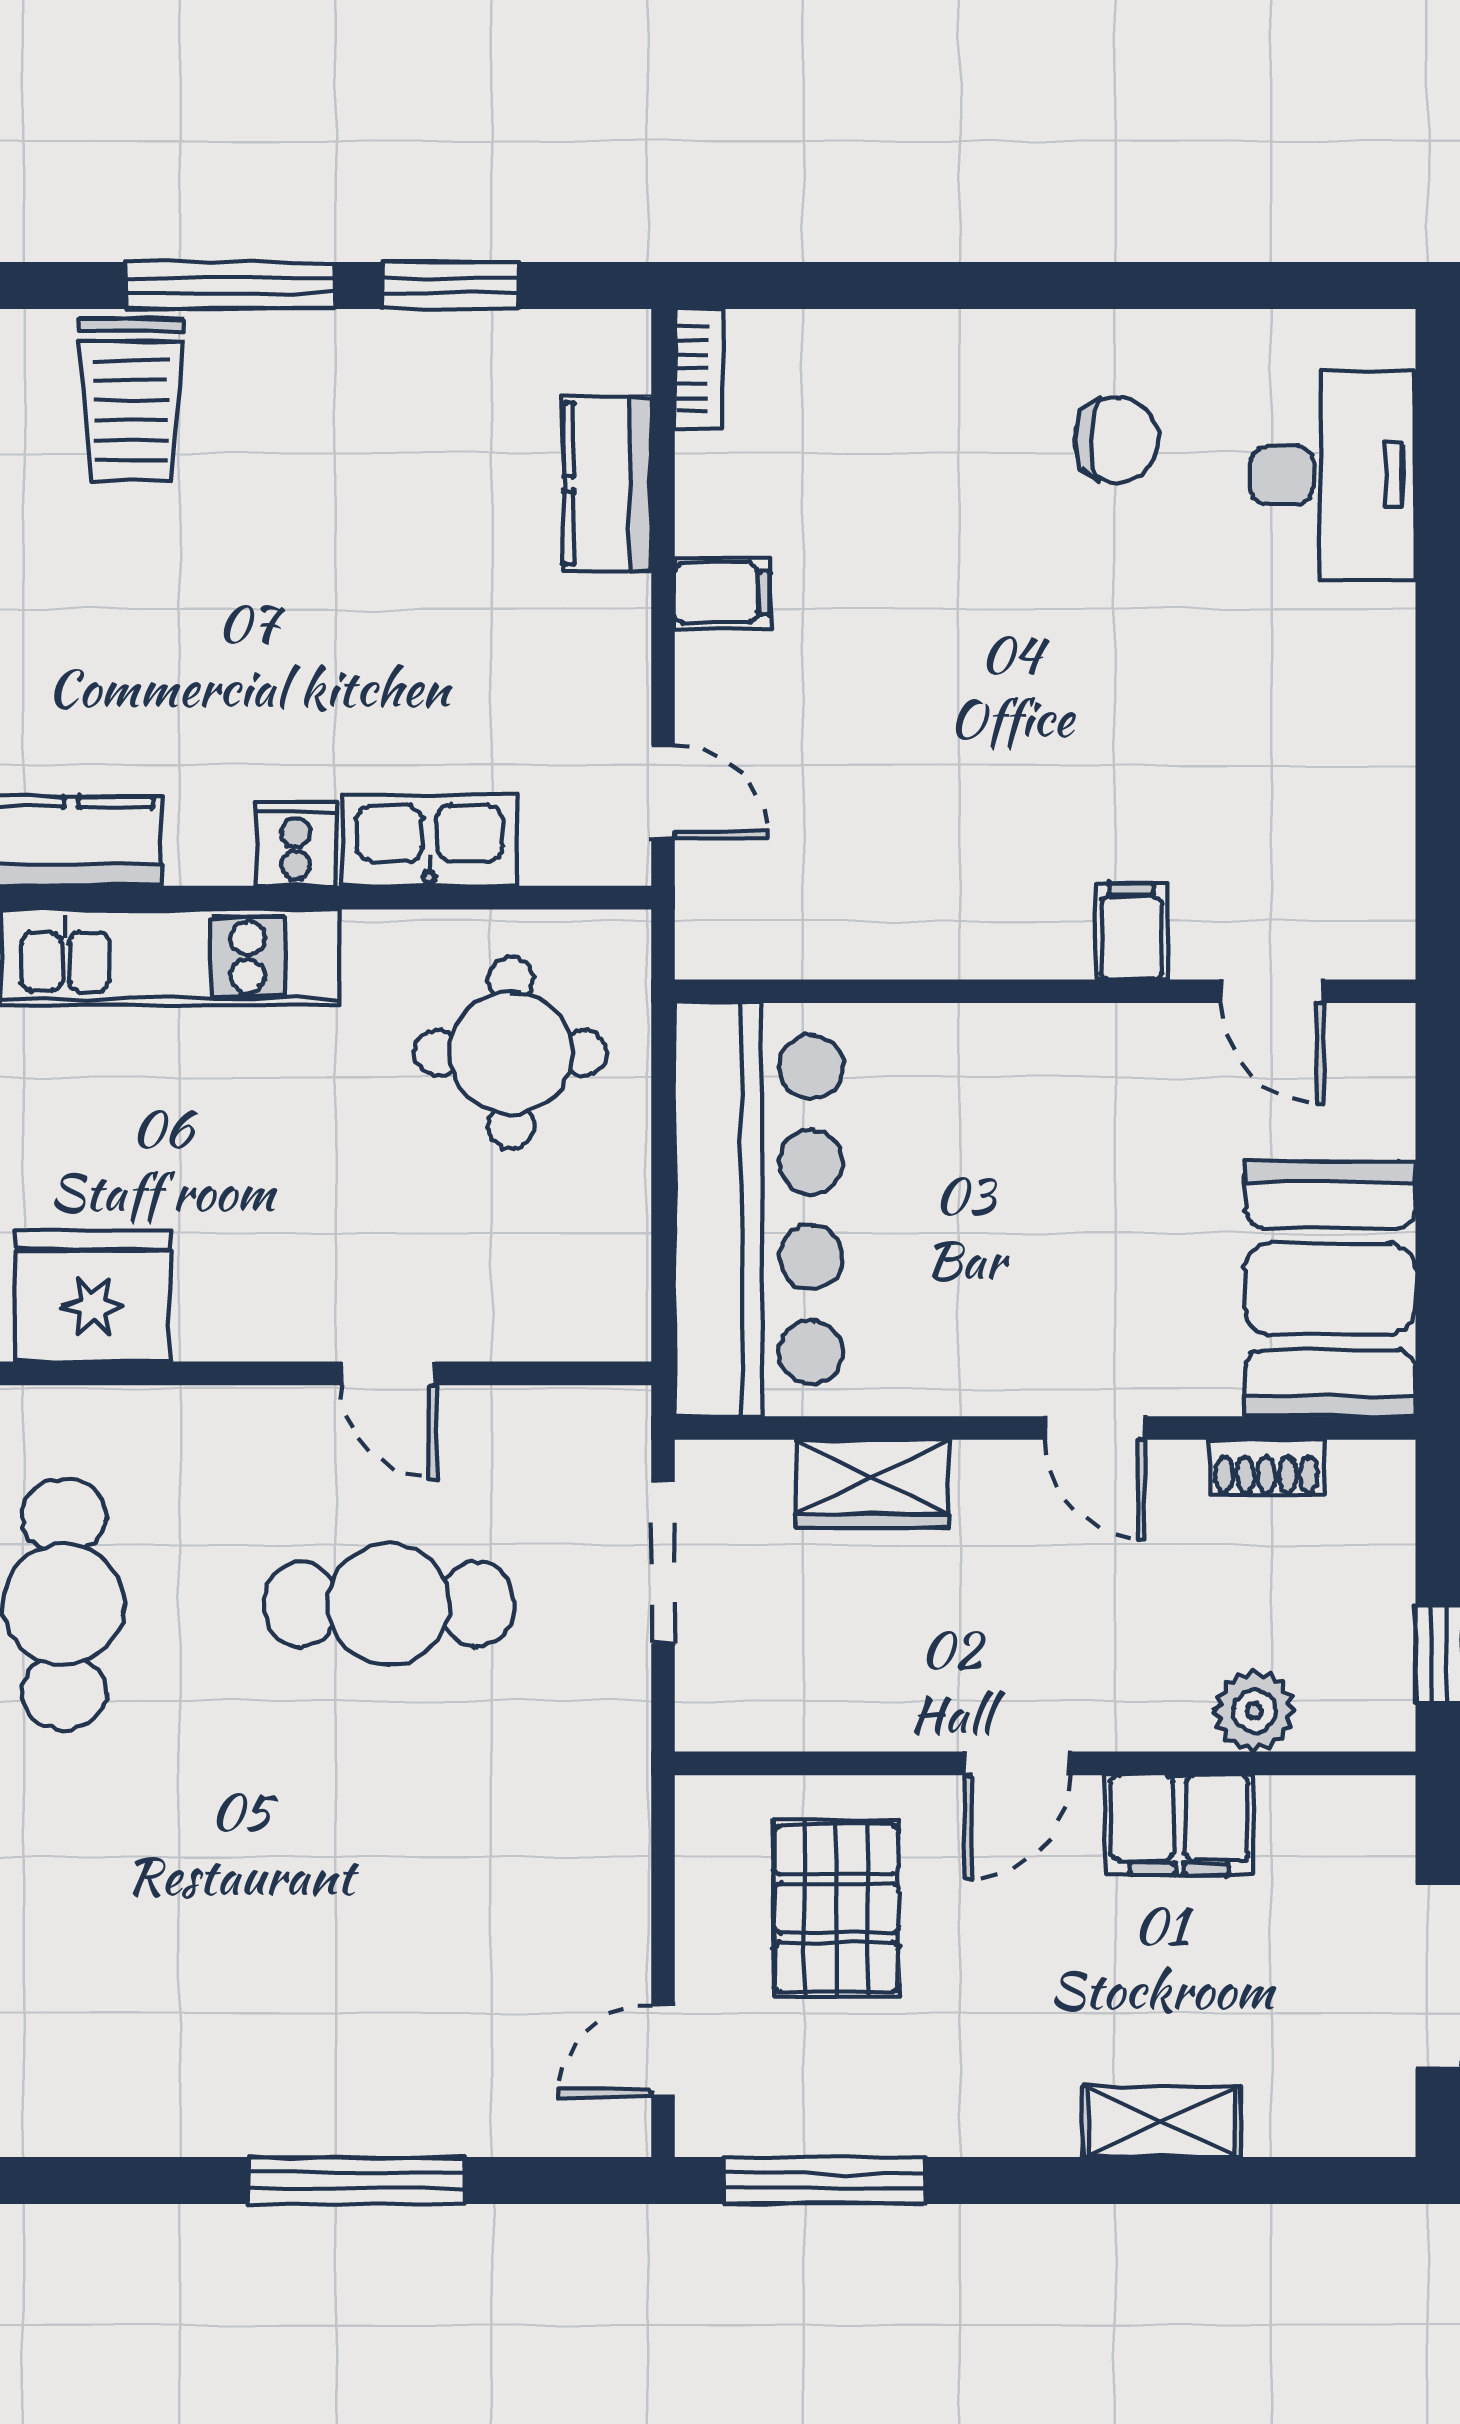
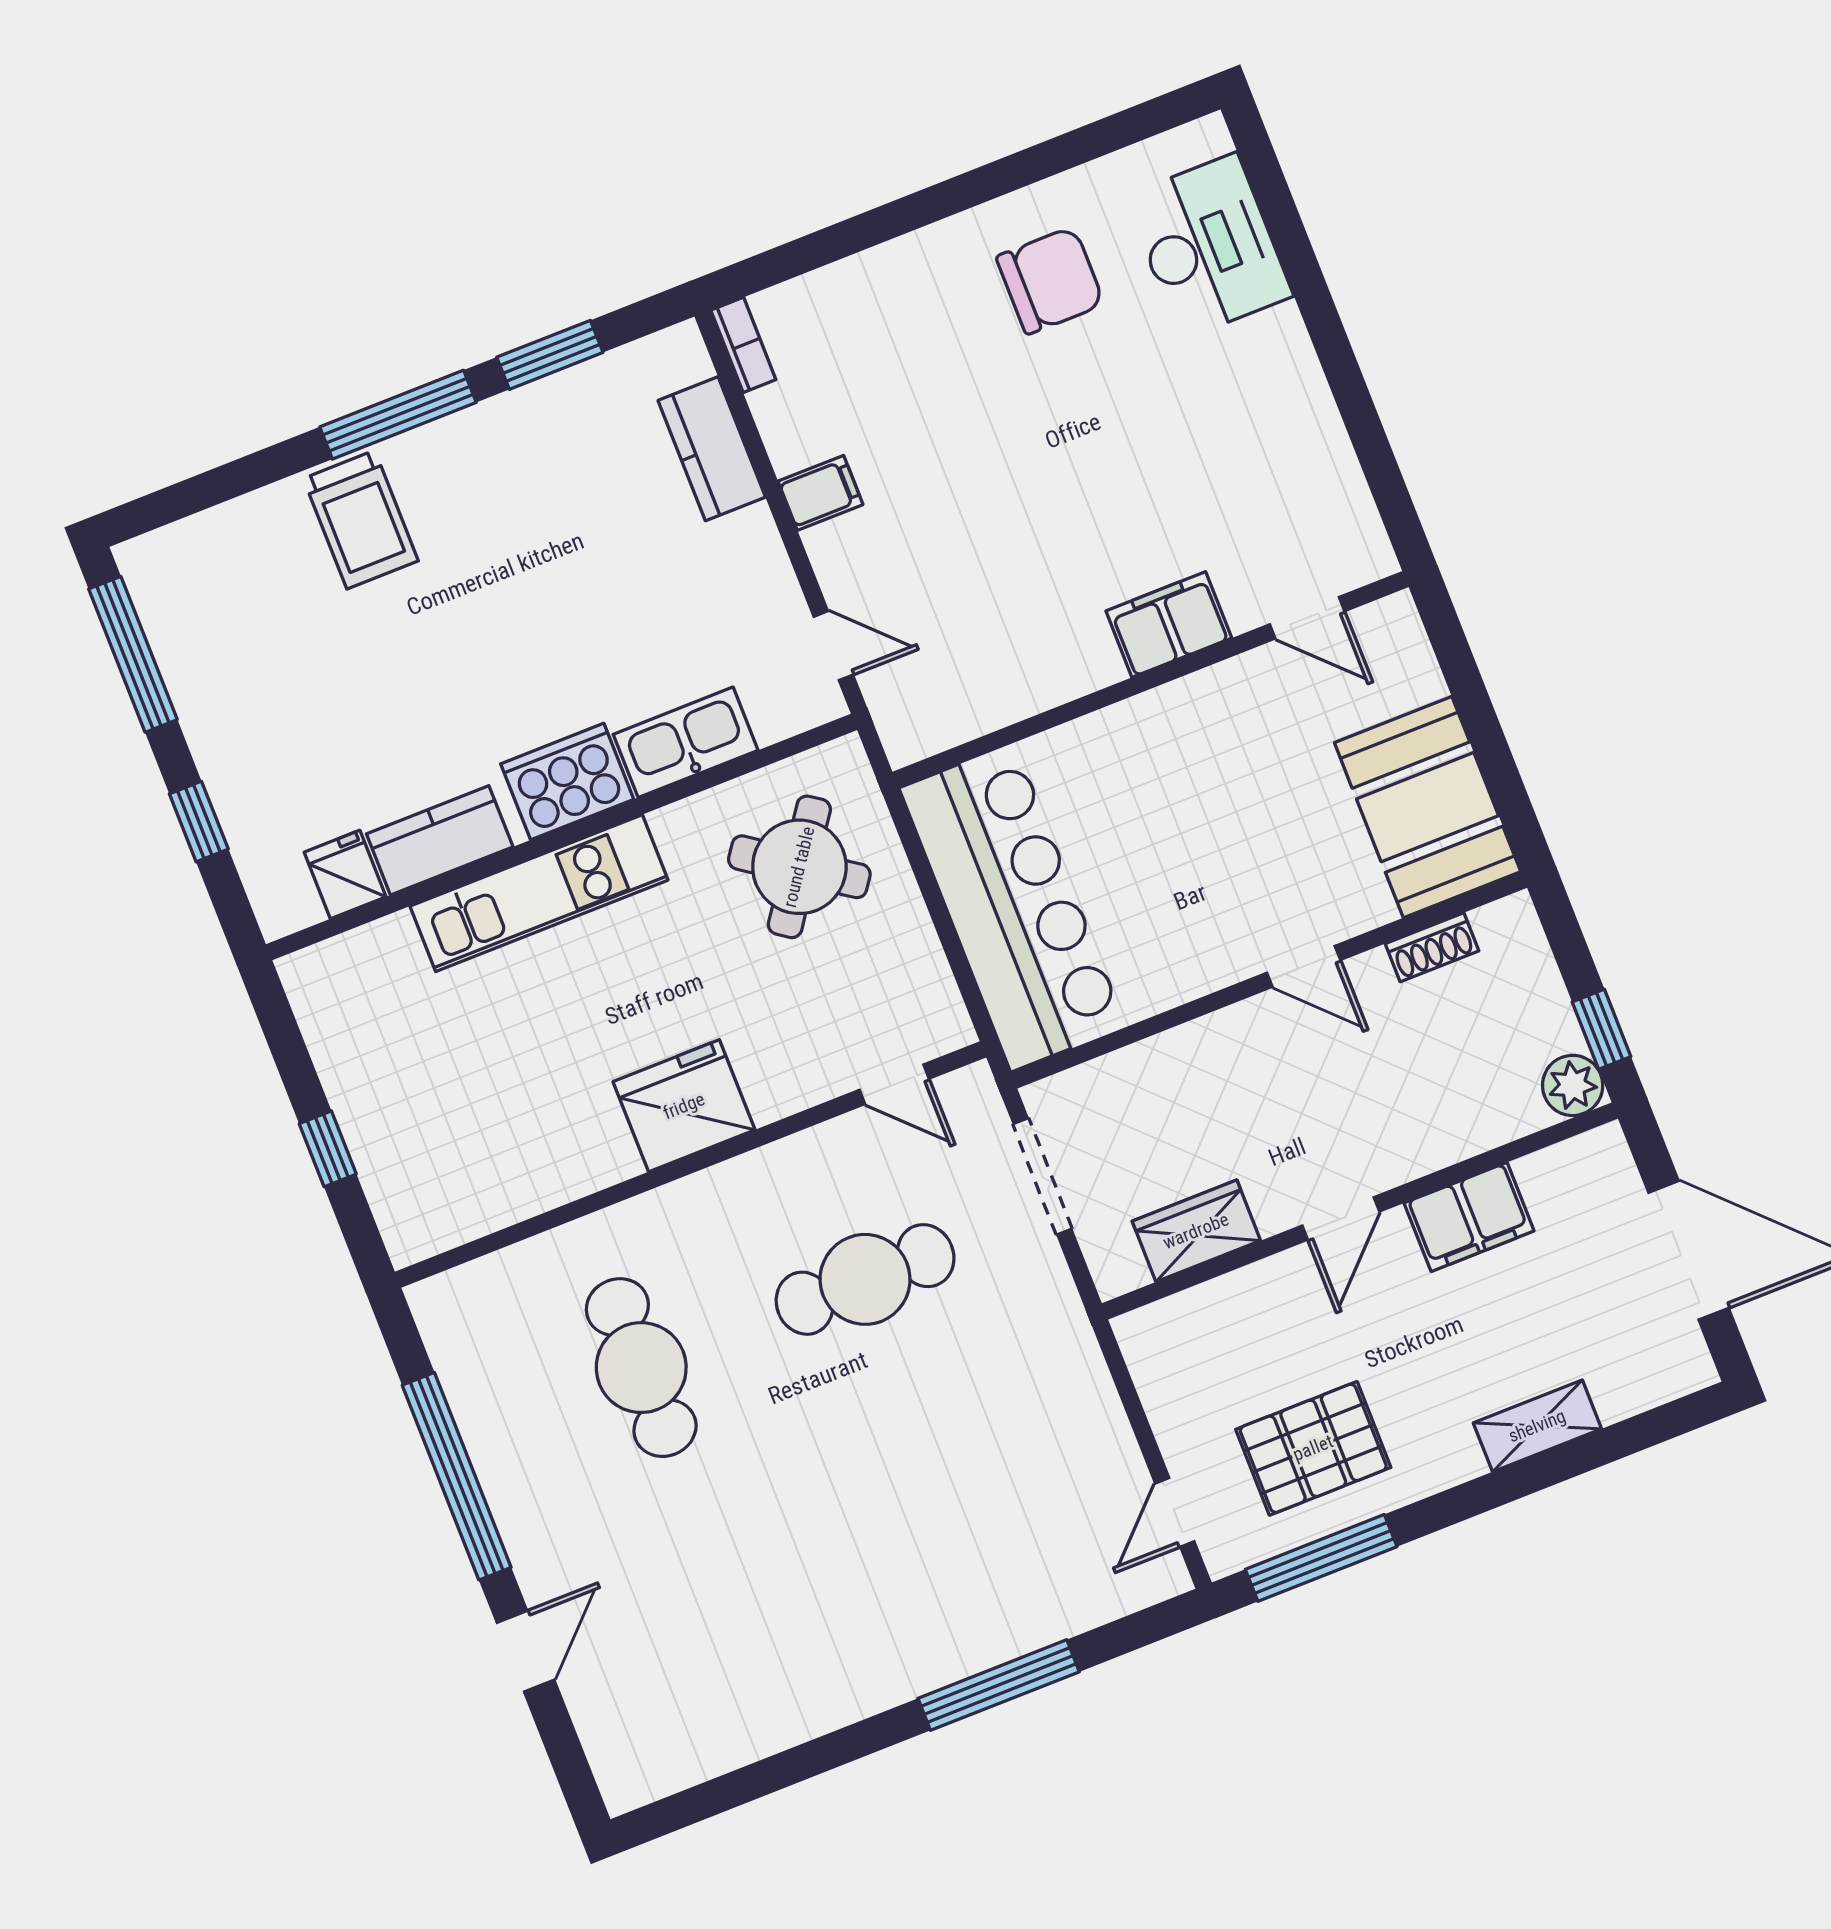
chair: (1116, 440) -> (1050, 281), width x1.37, depth x1.37
cooker: (296, 844) -> (567, 782), width x1.87, depth x1.31
filing cabinet: (1131, 931) -> (1169, 625), width x2.00
round table: (511, 1053) -> (799, 867), turned 35
fridge: (93, 1296) -> (684, 1106), moved
door: (389, 1373) -> (894, 1084), moved
wardrobe: (872, 1484) -> (1196, 1231), moved, turned 180
plant: (1254, 1711) -> (1573, 1085), moved
pallet: (837, 1908) -> (1313, 1448), moved, turned 90

